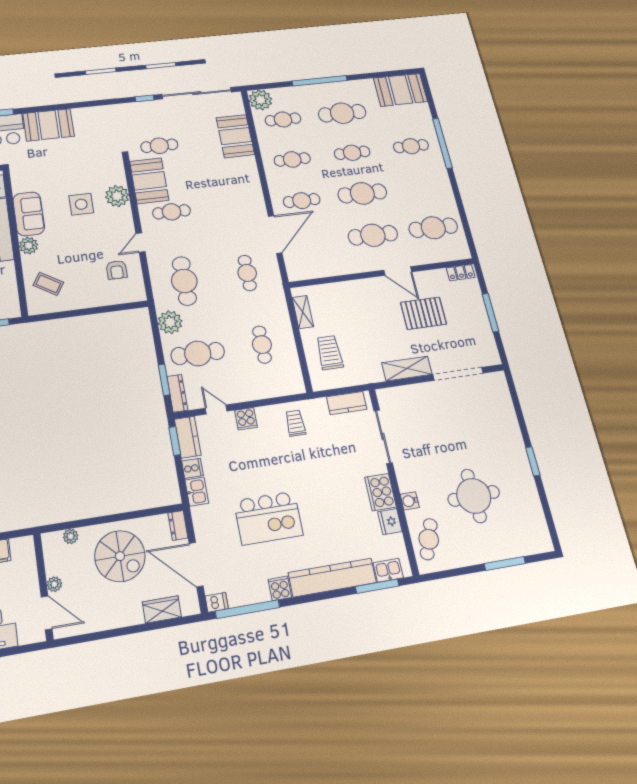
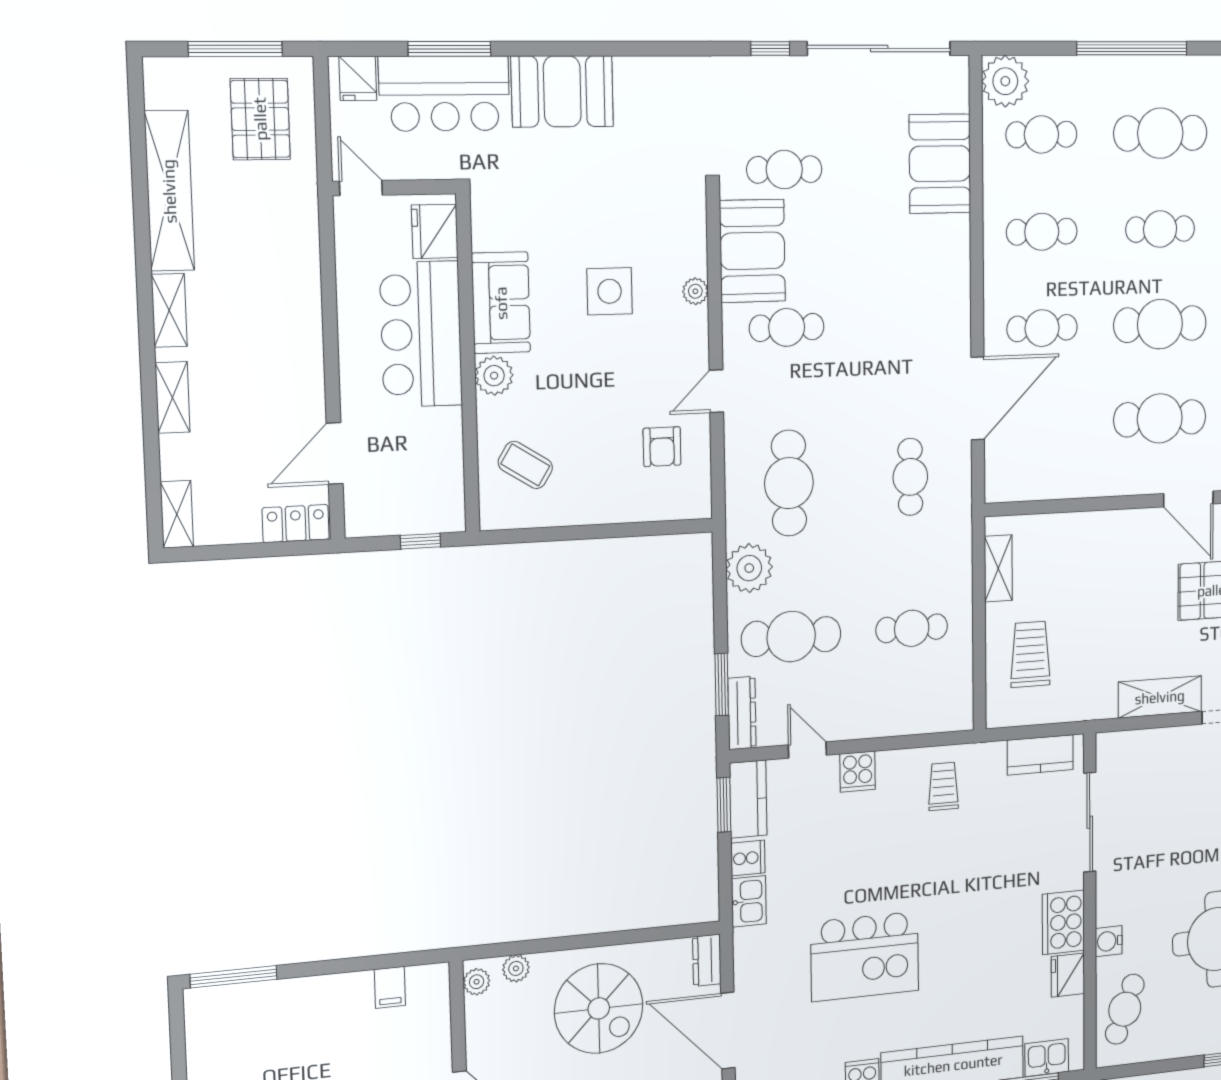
plant: (117, 196) -> (695, 291), width x0.53, depth x0.53
cafe table: (262, 345) -> (912, 628), turned 90
plant: (54, 584) -> (477, 982), moved

